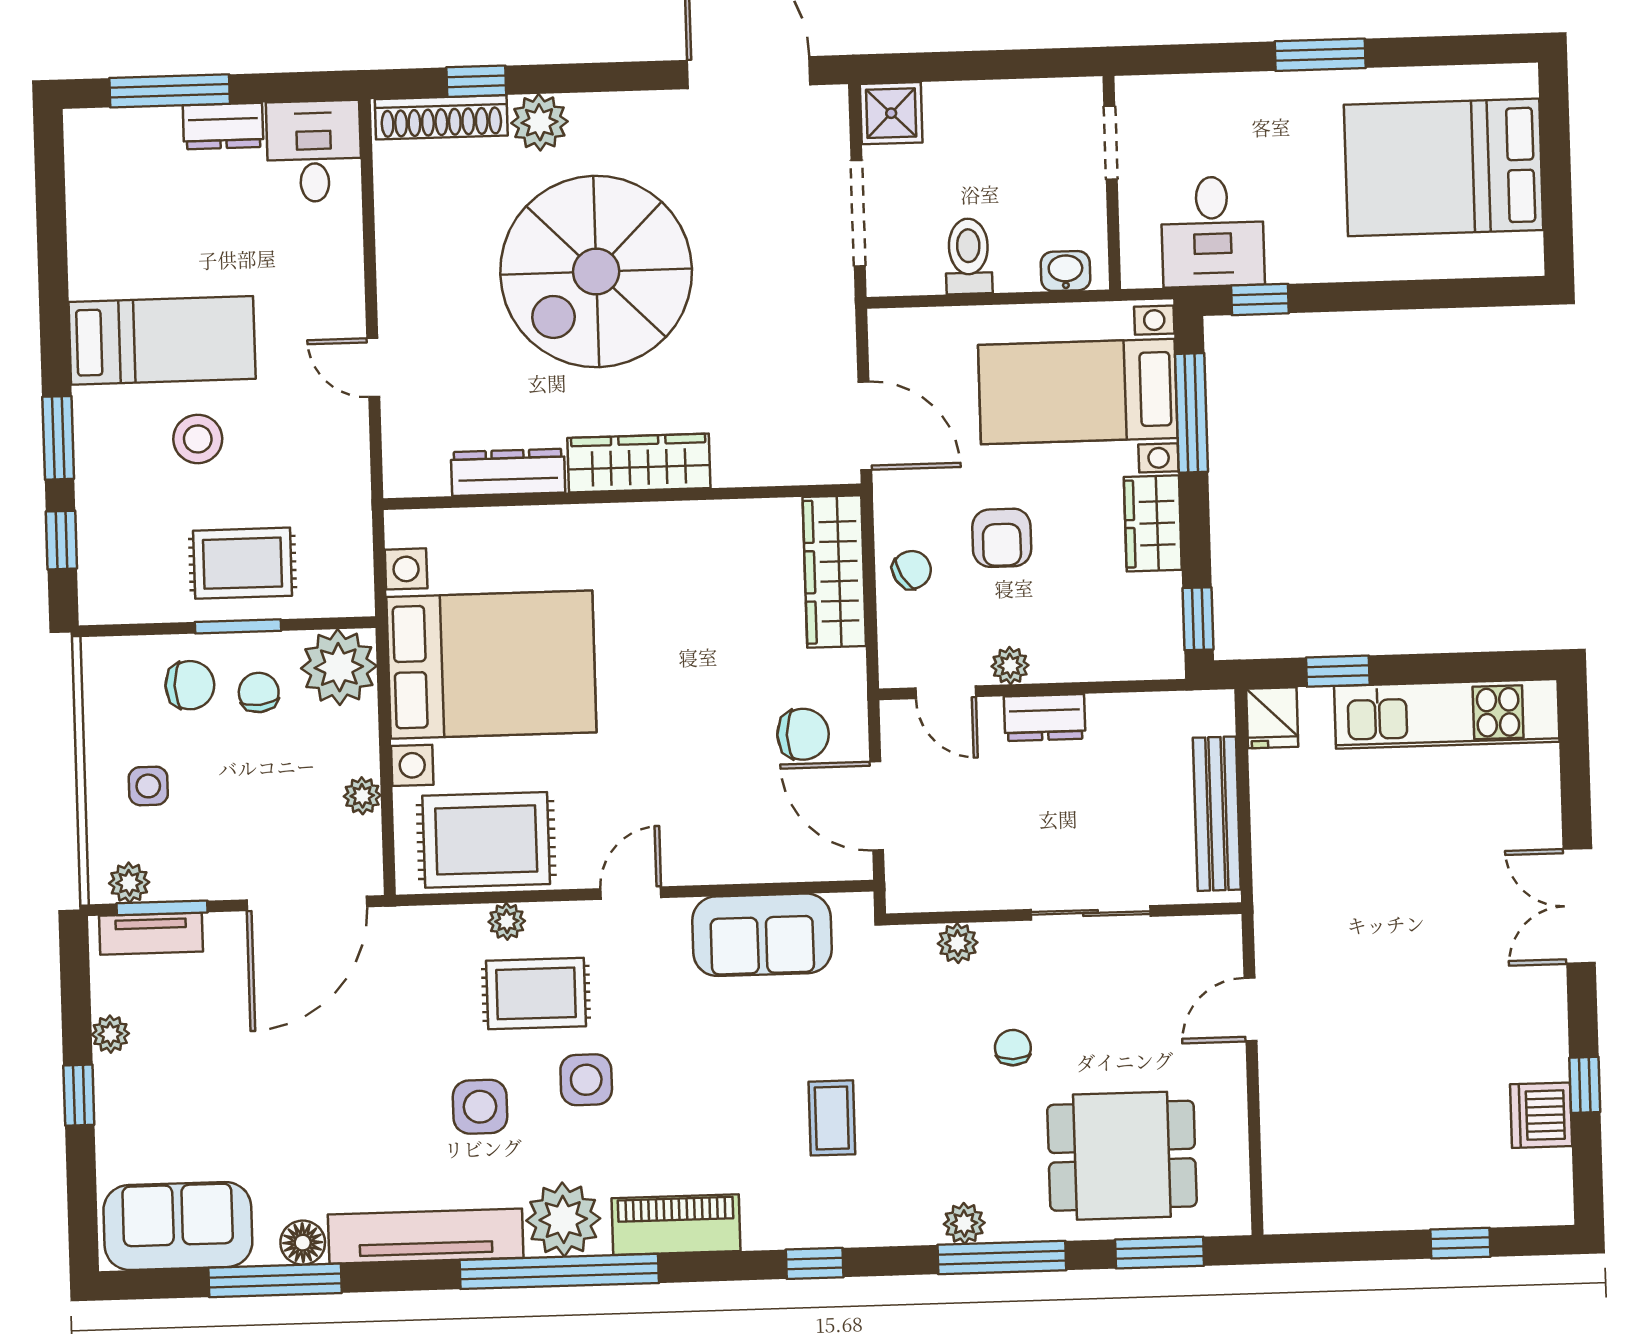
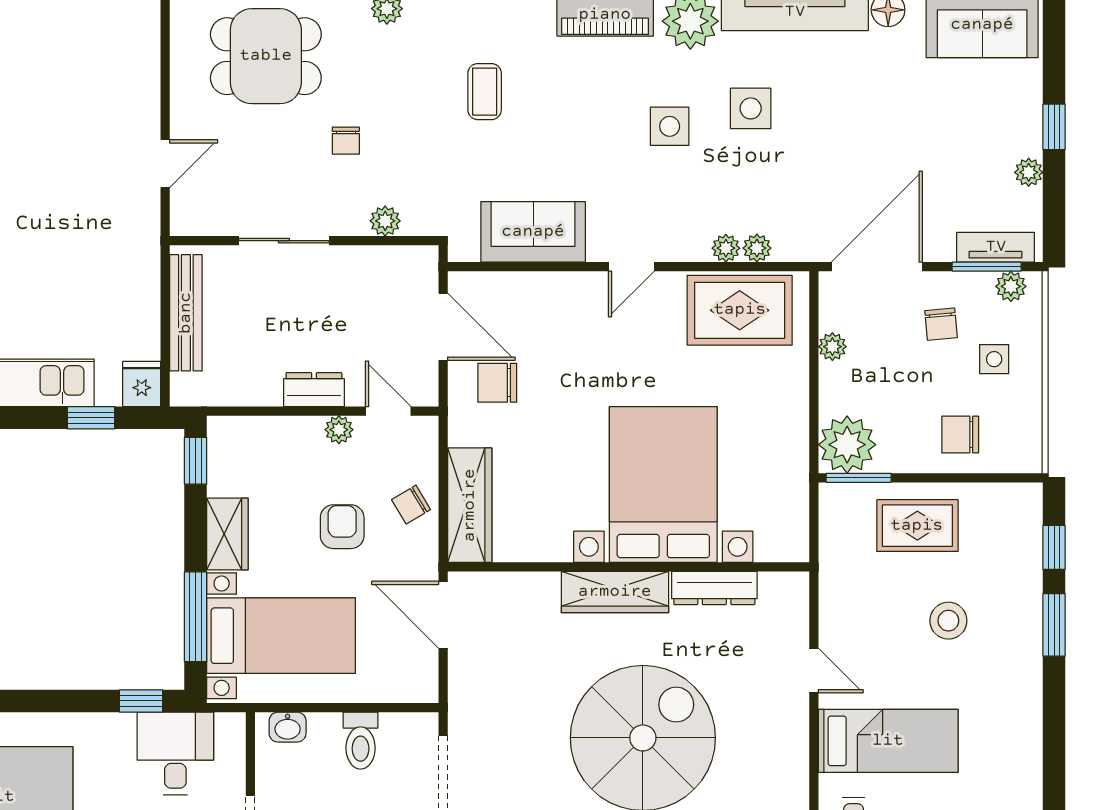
bed: (162, 340) -> (888, 741), moved, turned 180
window: (238, 626) -> (859, 478), moved
bed with nightstands: (491, 665) -> (663, 484), moved, turned 90
chair: (259, 692) -> (941, 324), moved
plant: (466, 923) -> (757, 248), added
rug: (536, 993) -> (706, 193), removed

